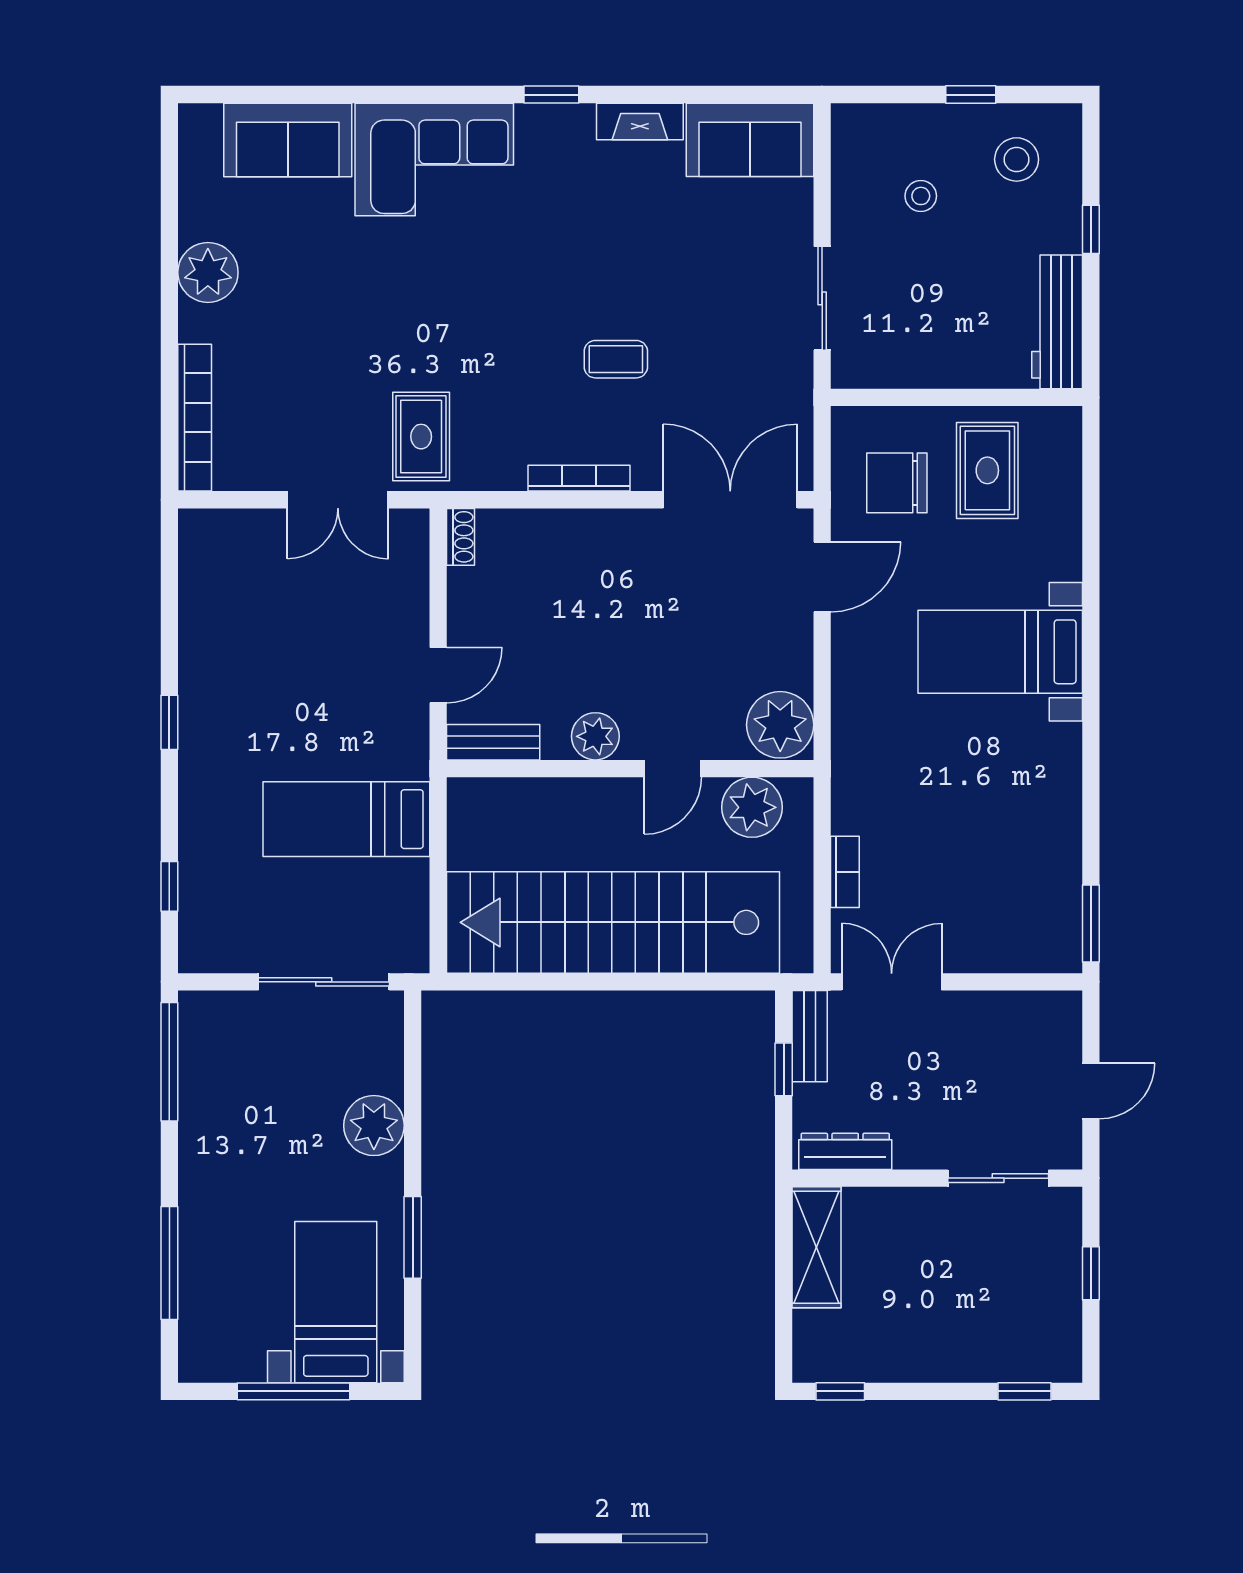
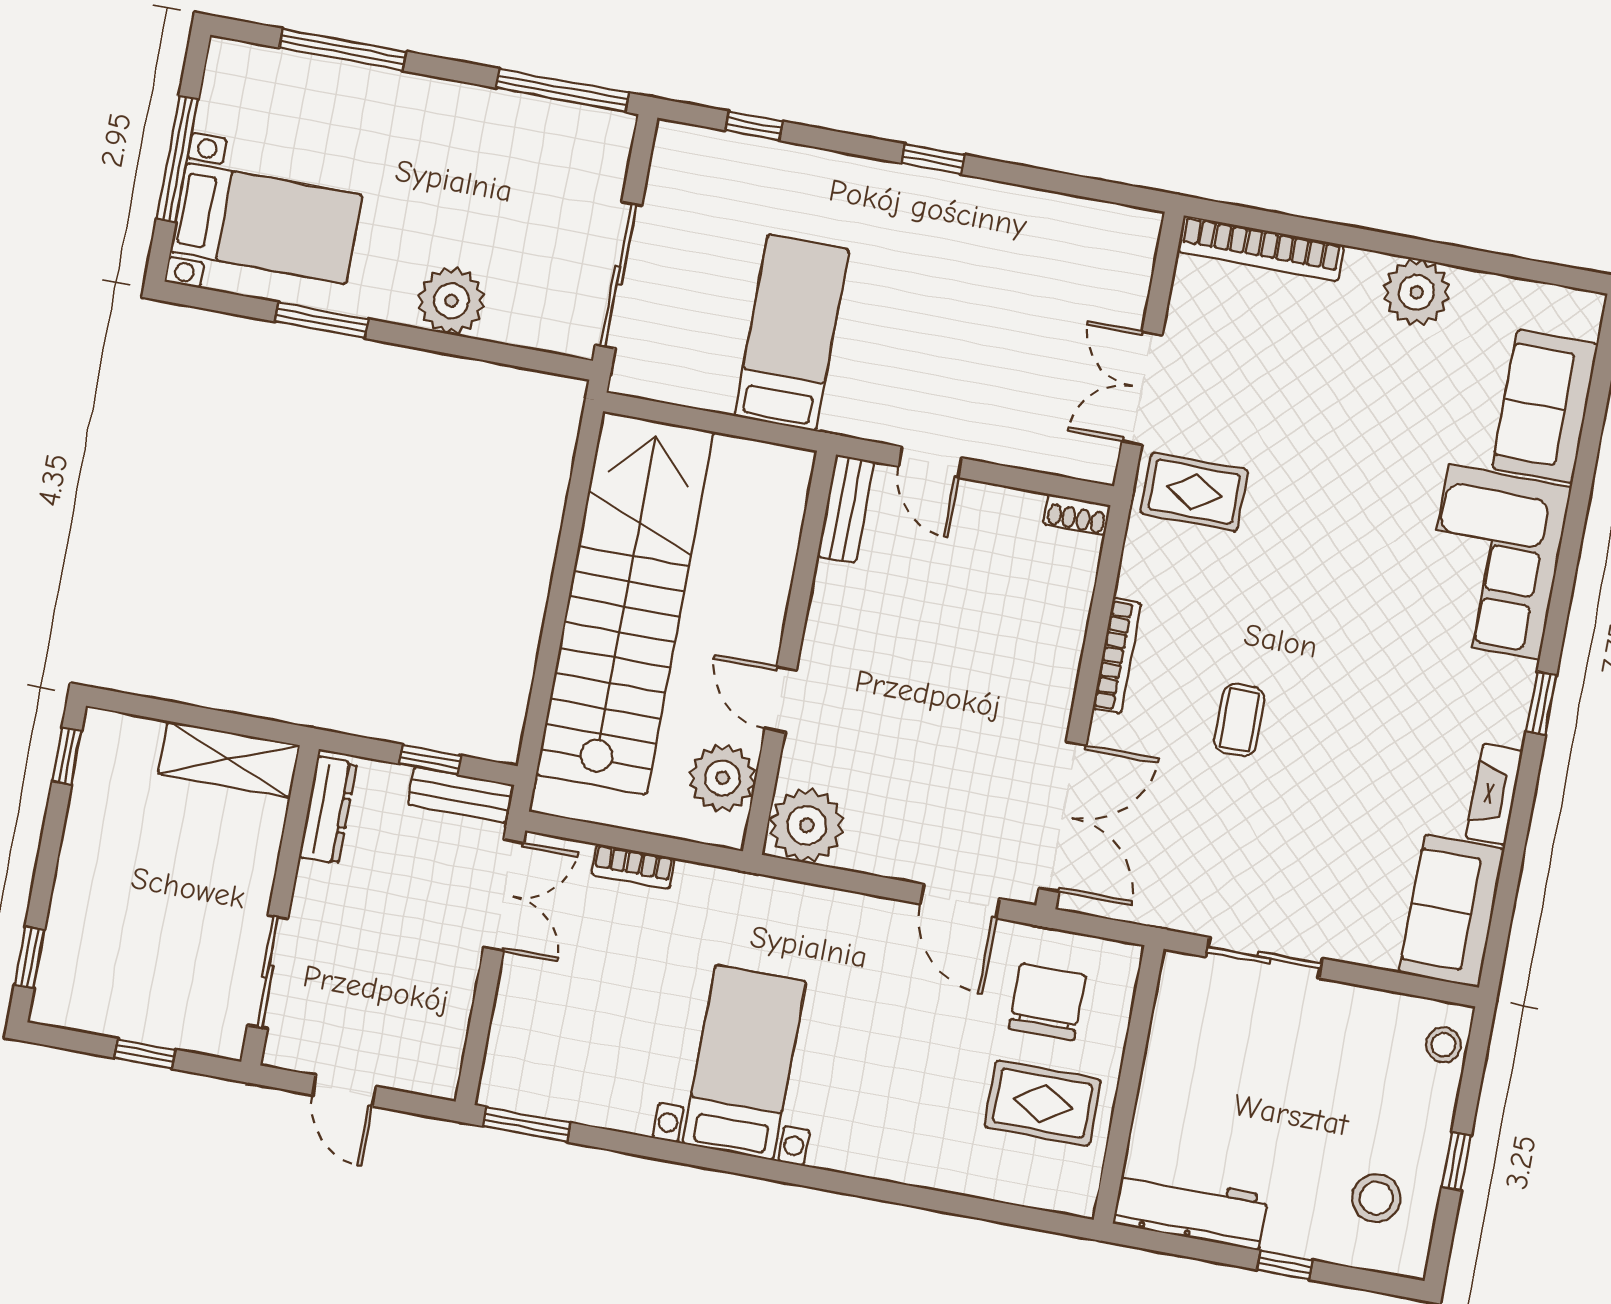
stool: (921, 196) -> (1443, 1045), moved
bed with nightstands: (1000, 652) -> (744, 1062), moved
plant: (595, 736) -> (832, 621), removed

